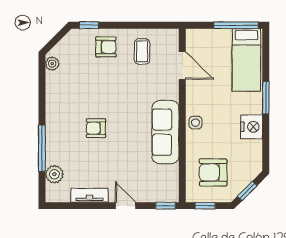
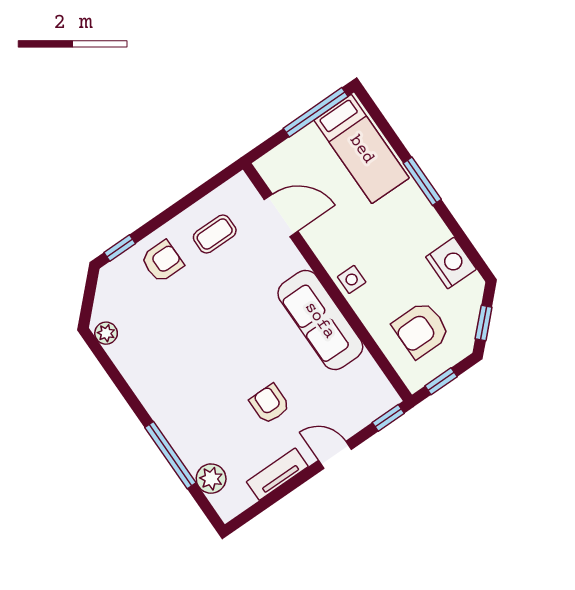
coffee table: (142, 51) -> (215, 234), turned 90
nightstand: (252, 127) -> (451, 263), moved
armchair: (96, 128) -> (270, 404), moved, turned 90

